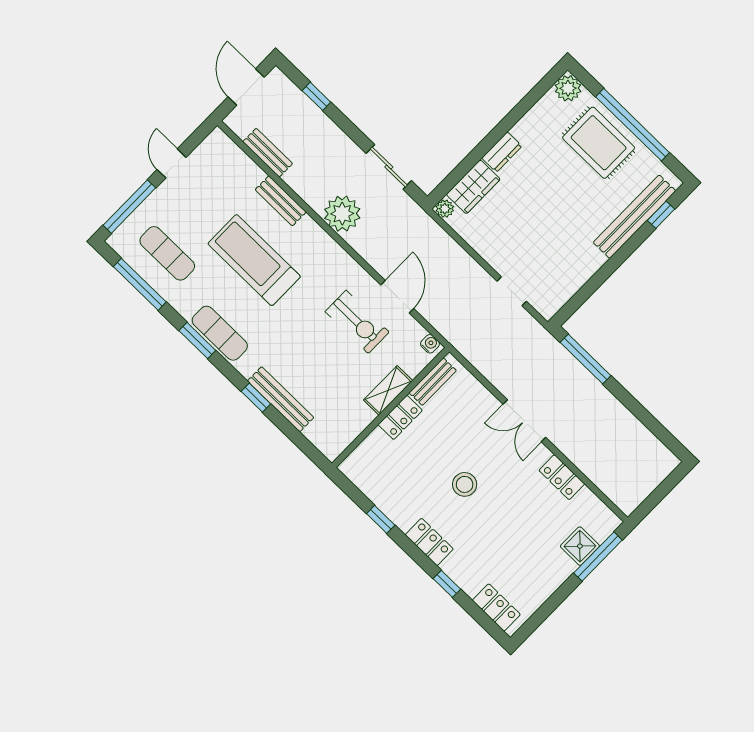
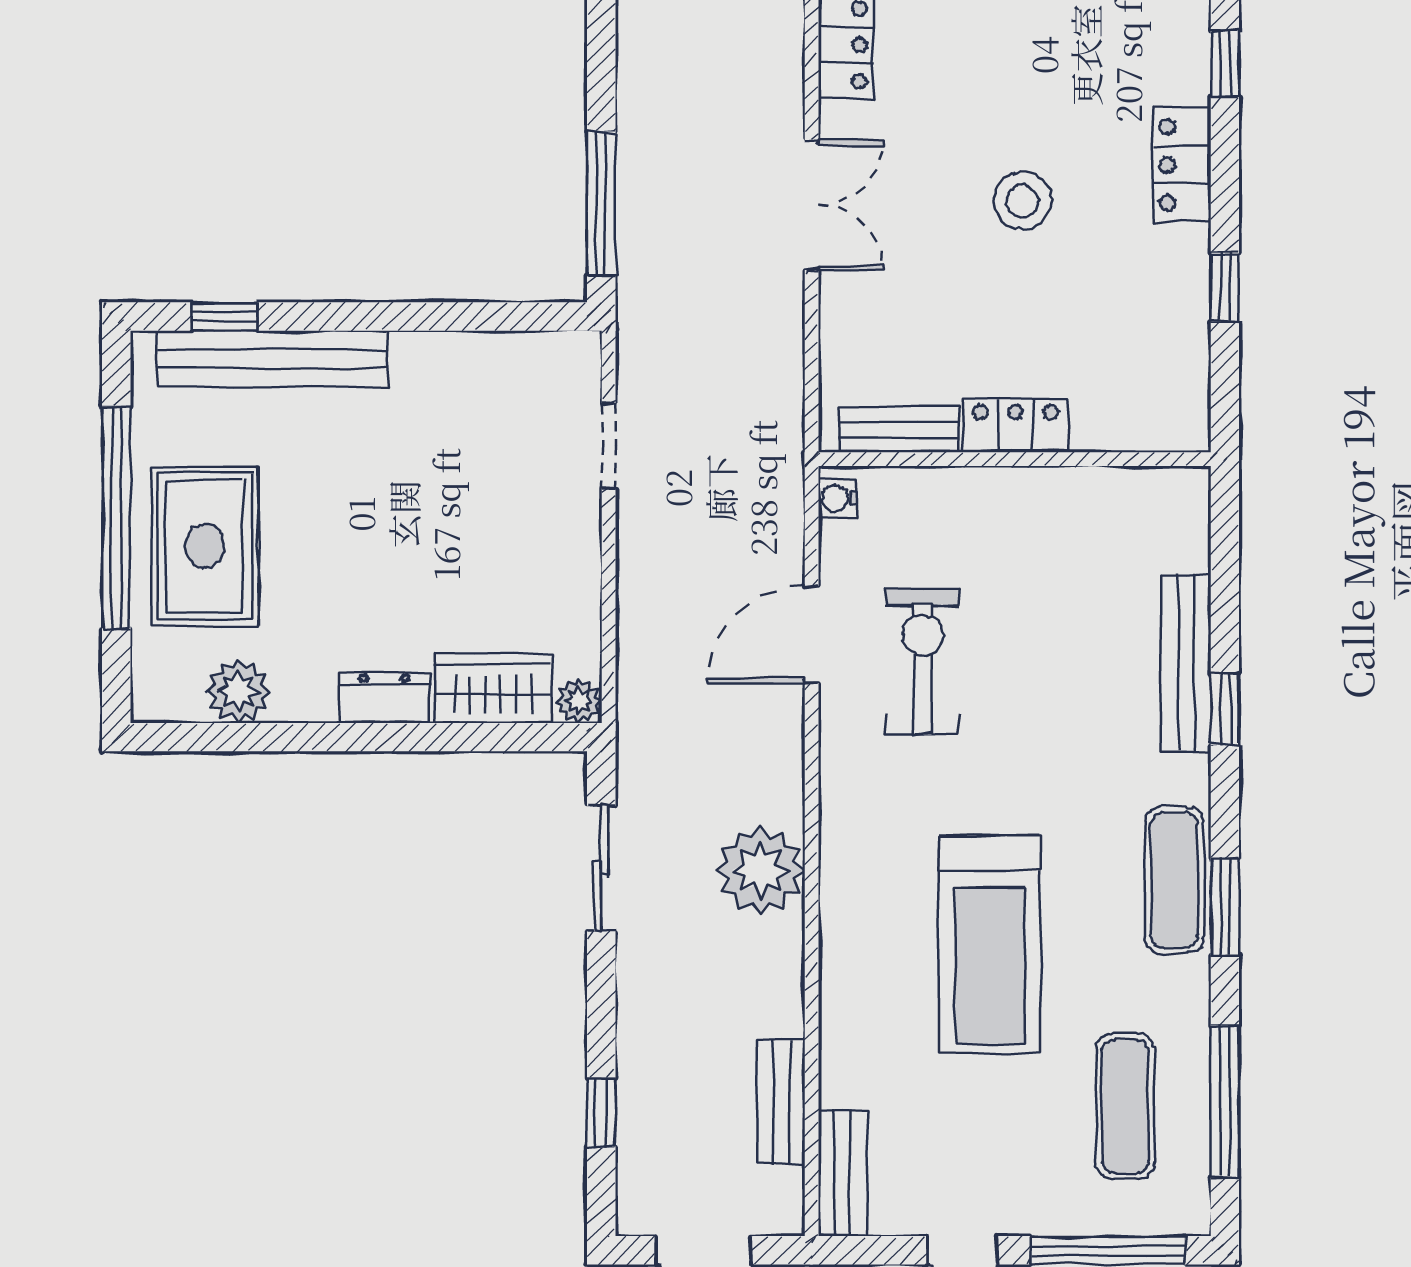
plant: (568, 88) -> (238, 691), moved
bench: (281, 201) -> (842, 1173), moved
shelving: (388, 390) -> (989, 492), removed

